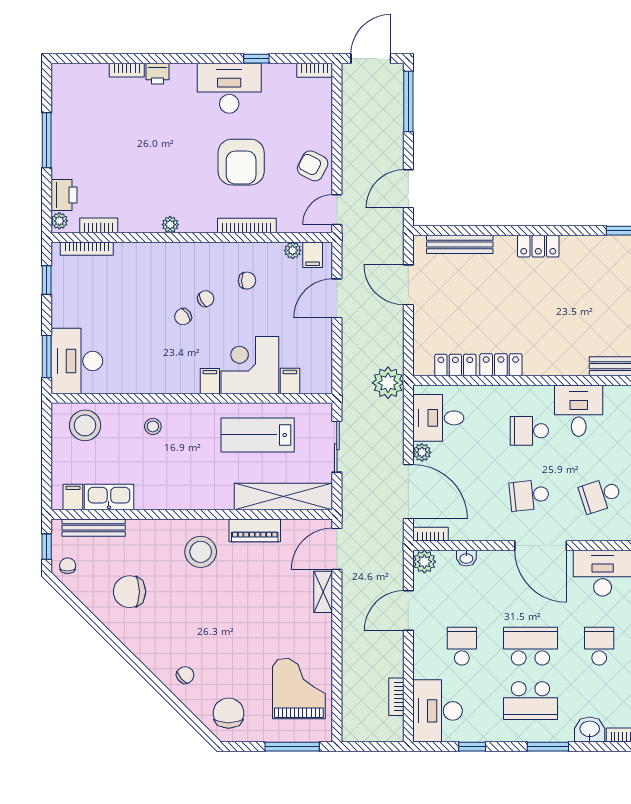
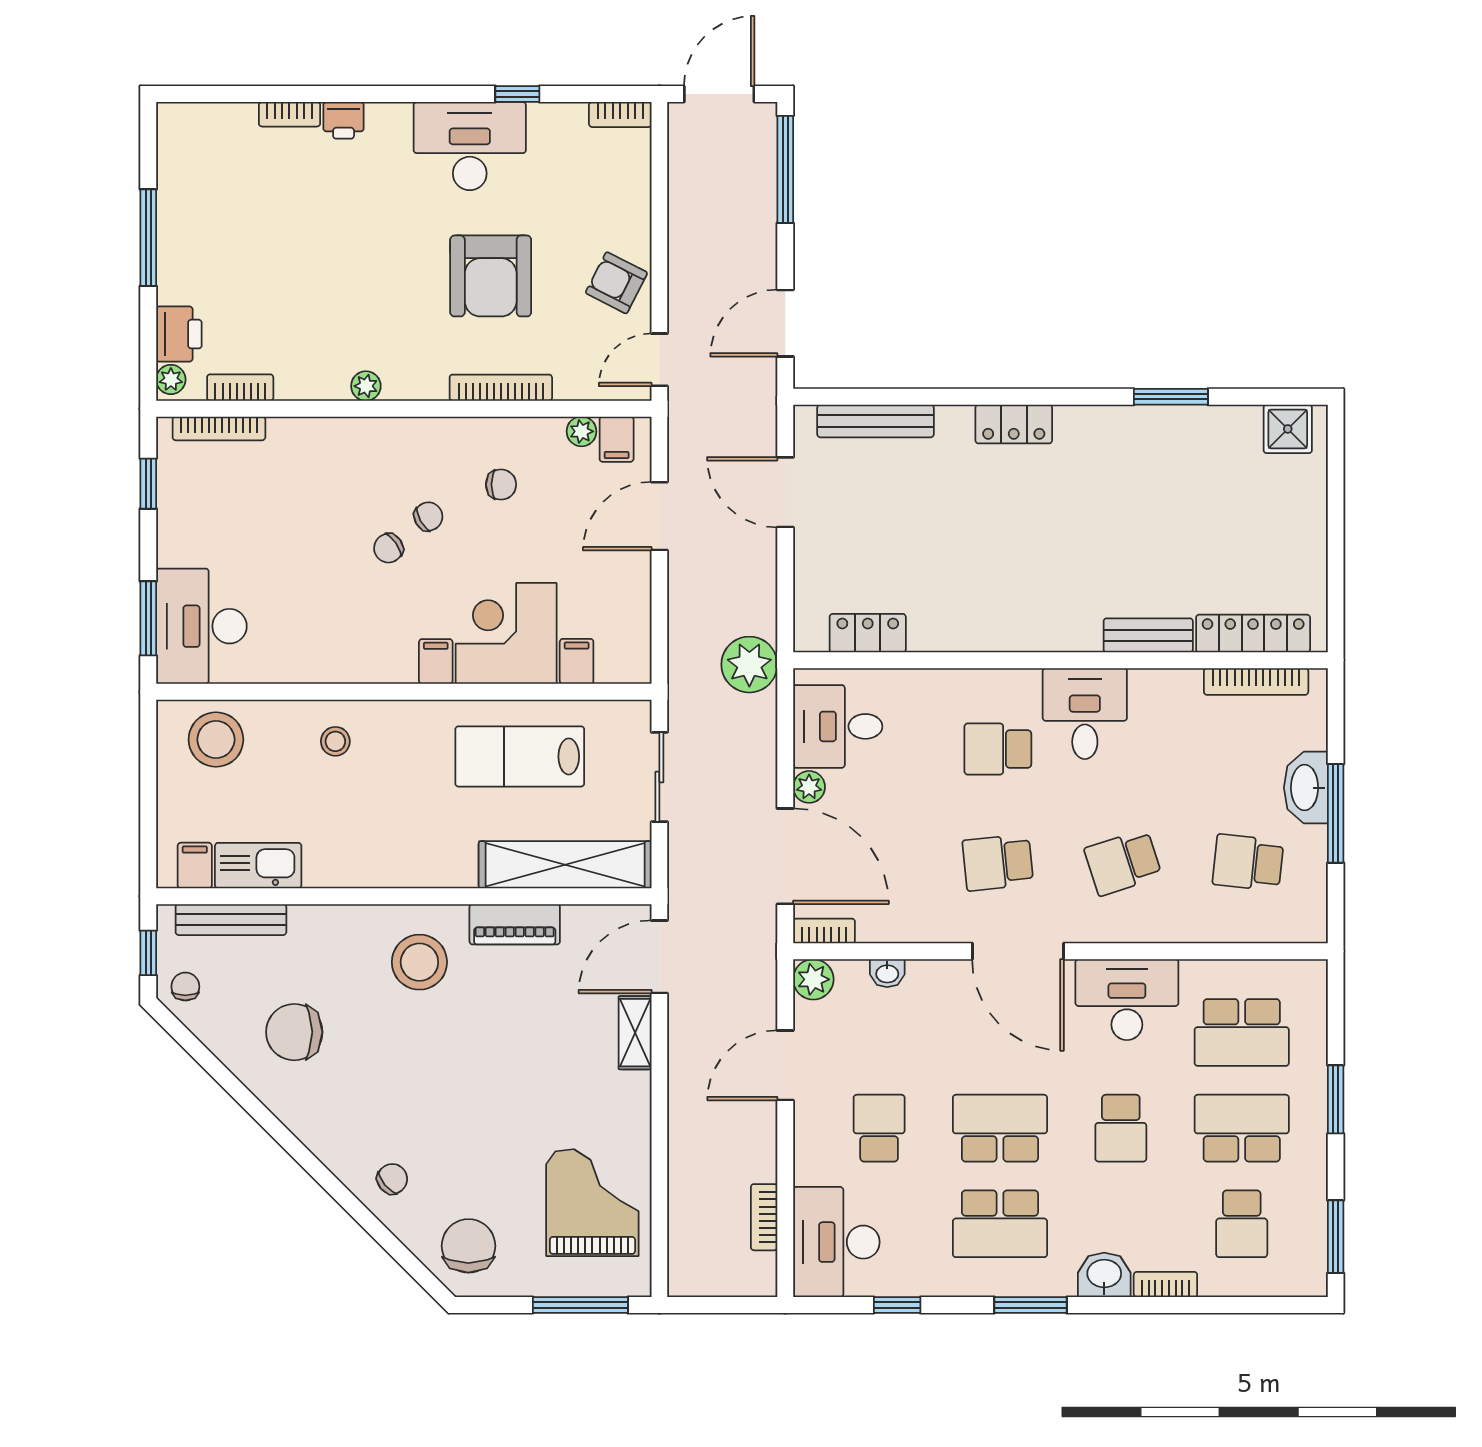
locker: (501, 365) -> (948, 633), removed
school desk: (599, 646) -> (1121, 1128), turned 180

